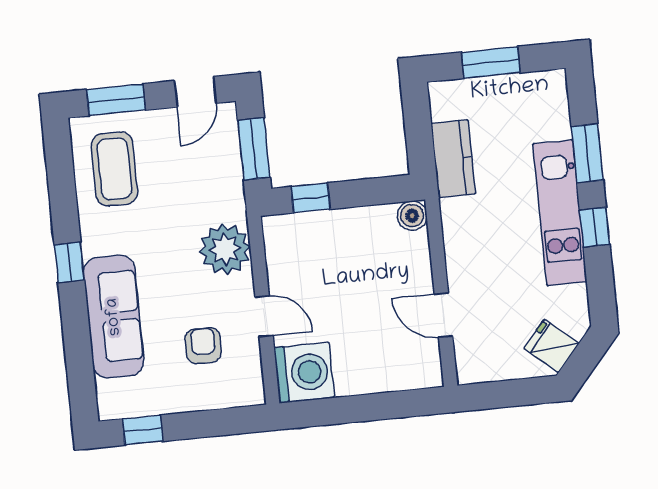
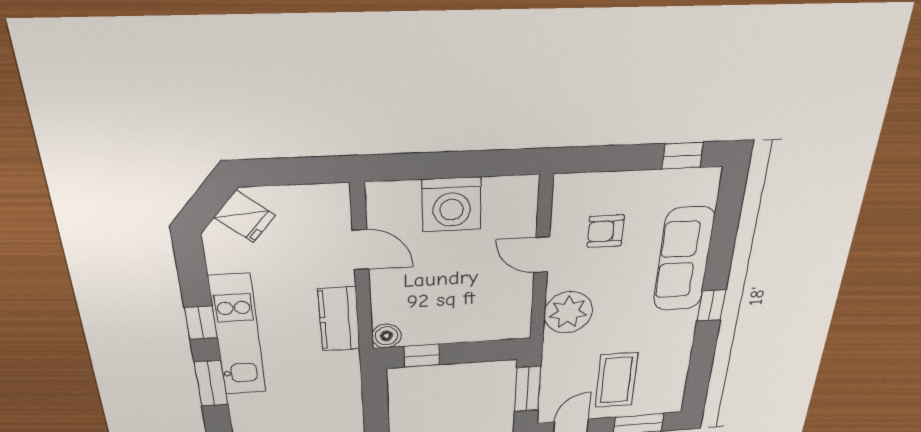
kitchen counter: (453, 159) -> (339, 319), moved
coffee table: (114, 169) -> (616, 380), moved
window: (311, 198) -> (422, 356), moved
armchair: (203, 346) -> (606, 231), turned 90
washing machine: (304, 372) -> (452, 204), moved, turned -90

